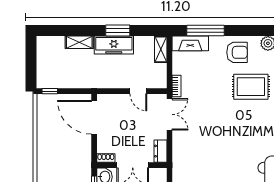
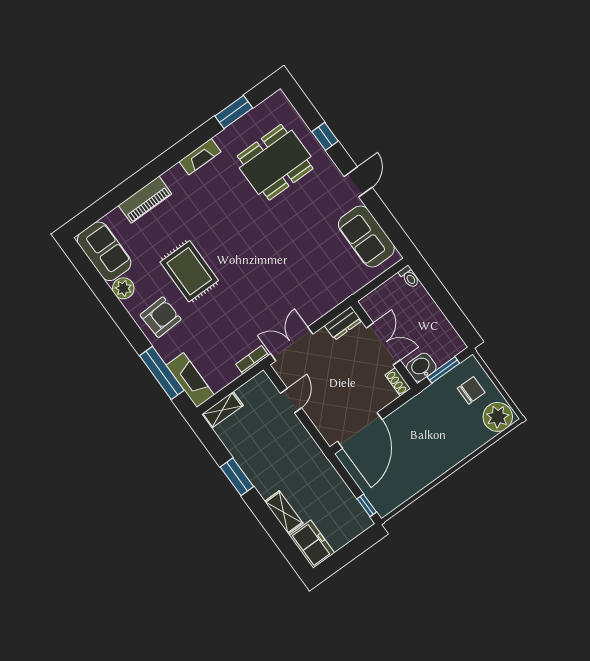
freezer: (114, 45) -> (312, 544), moved, width x0.71
armchair: (237, 52) -> (161, 317), turned 87

